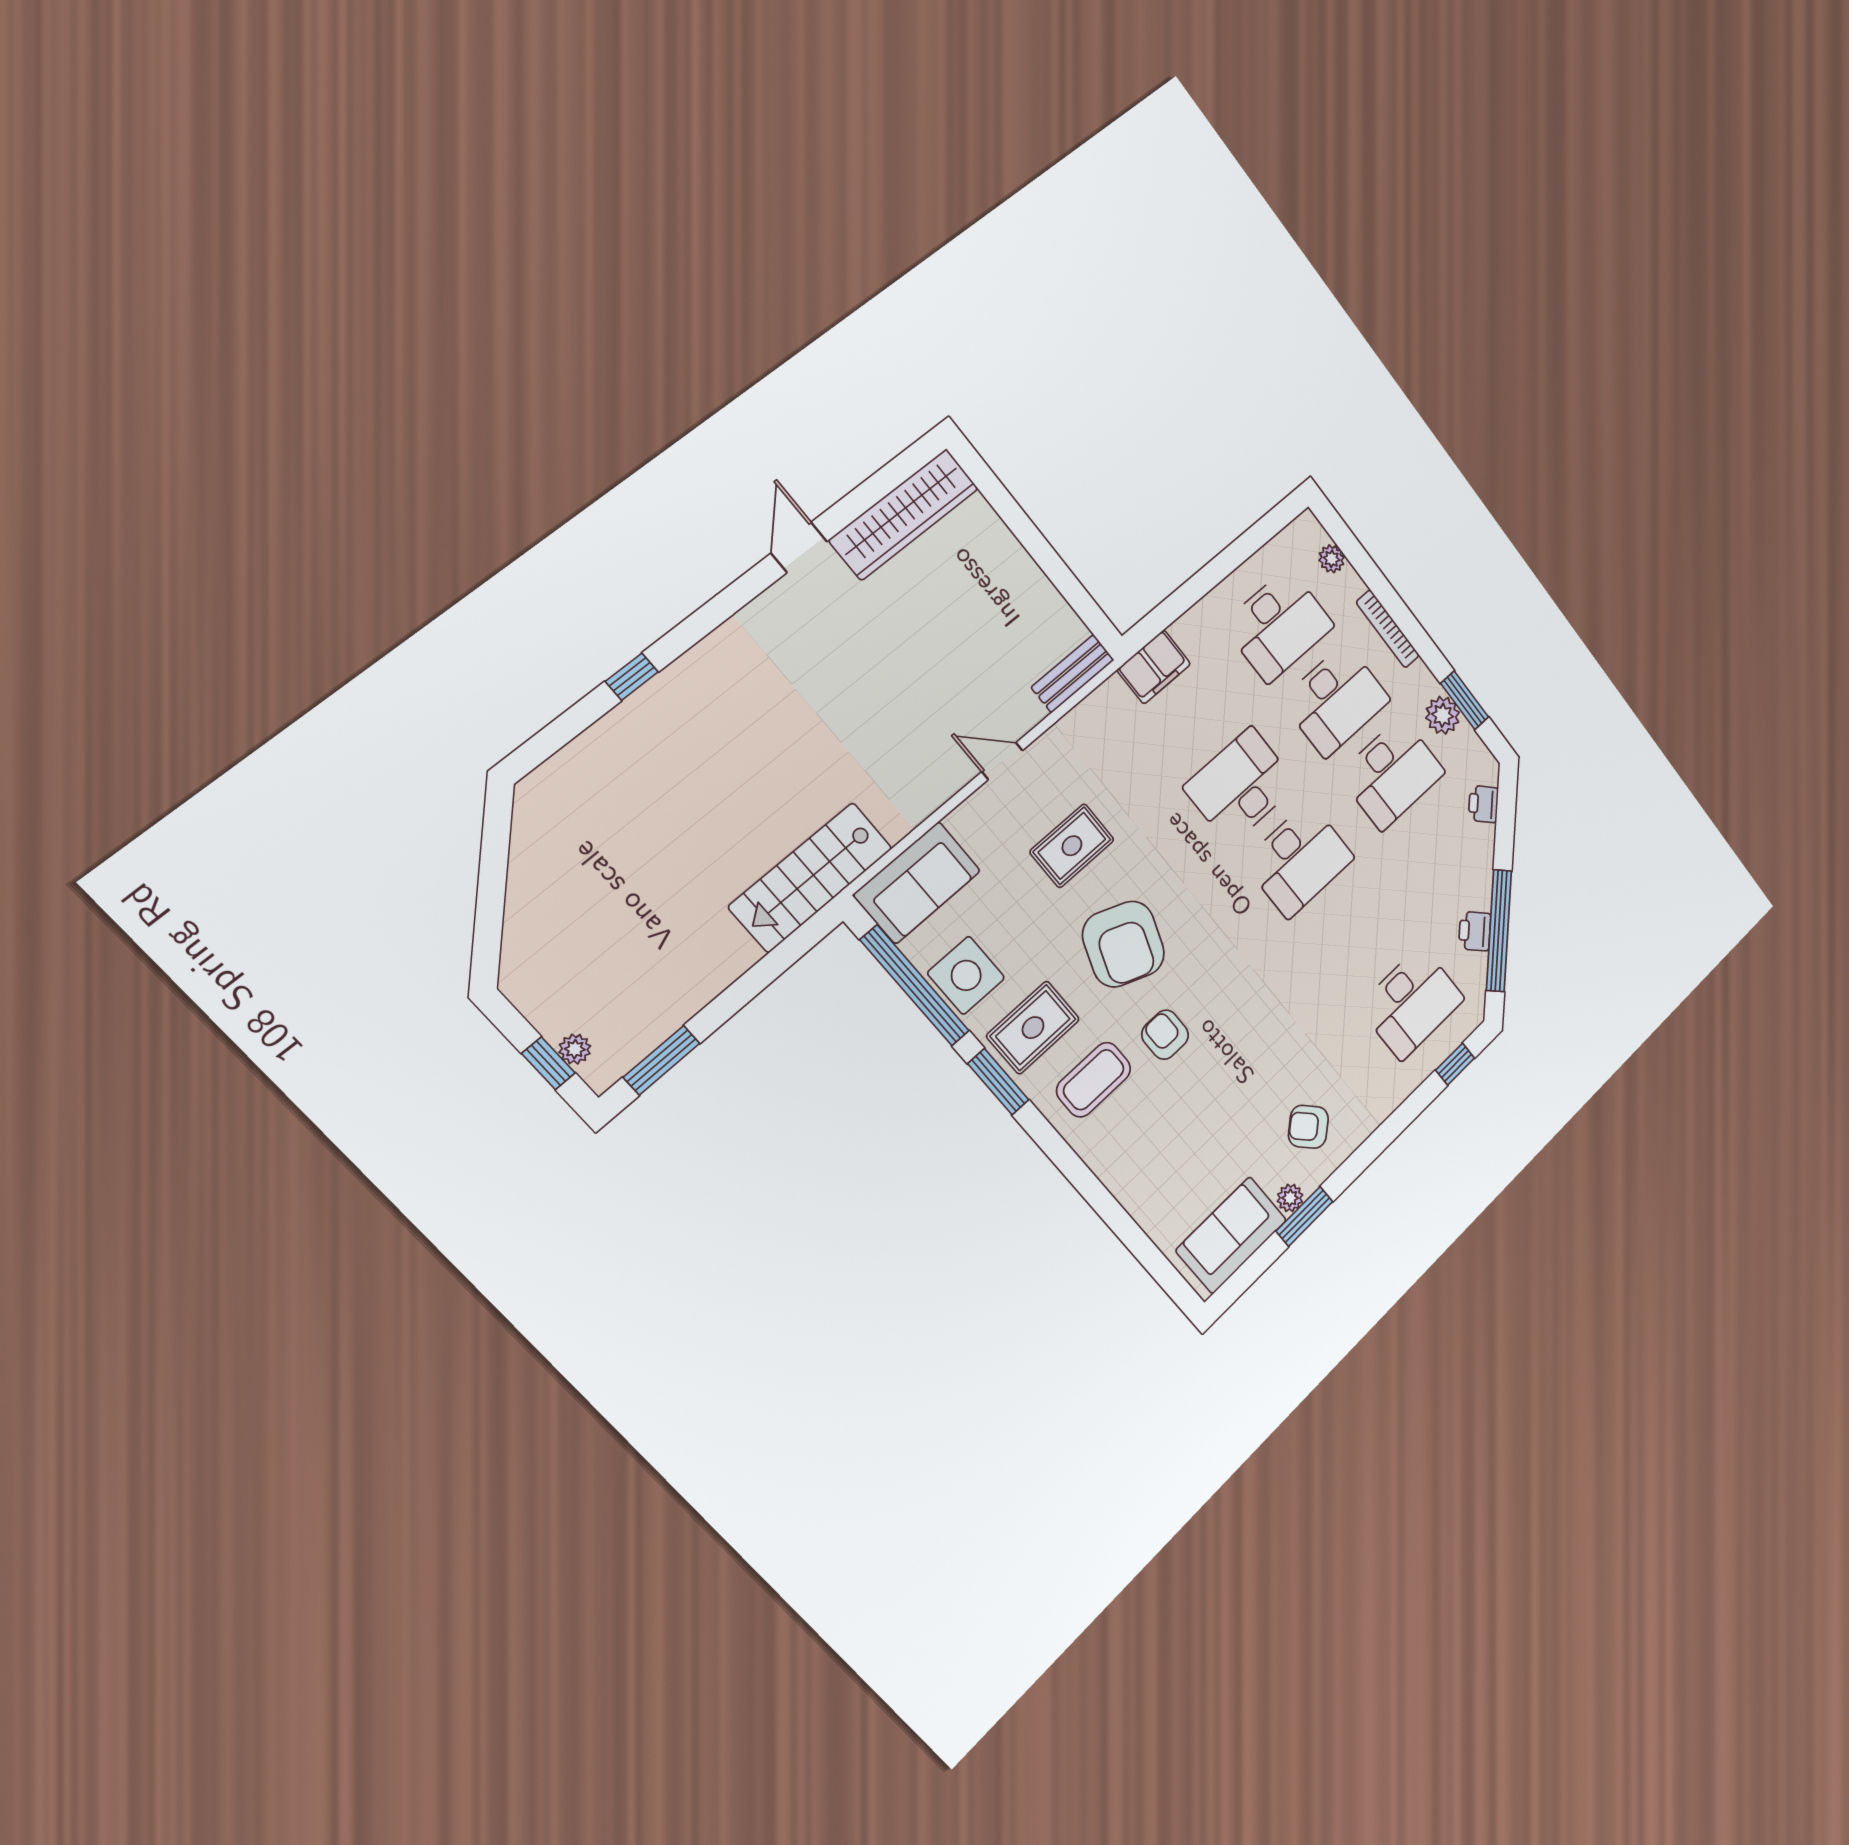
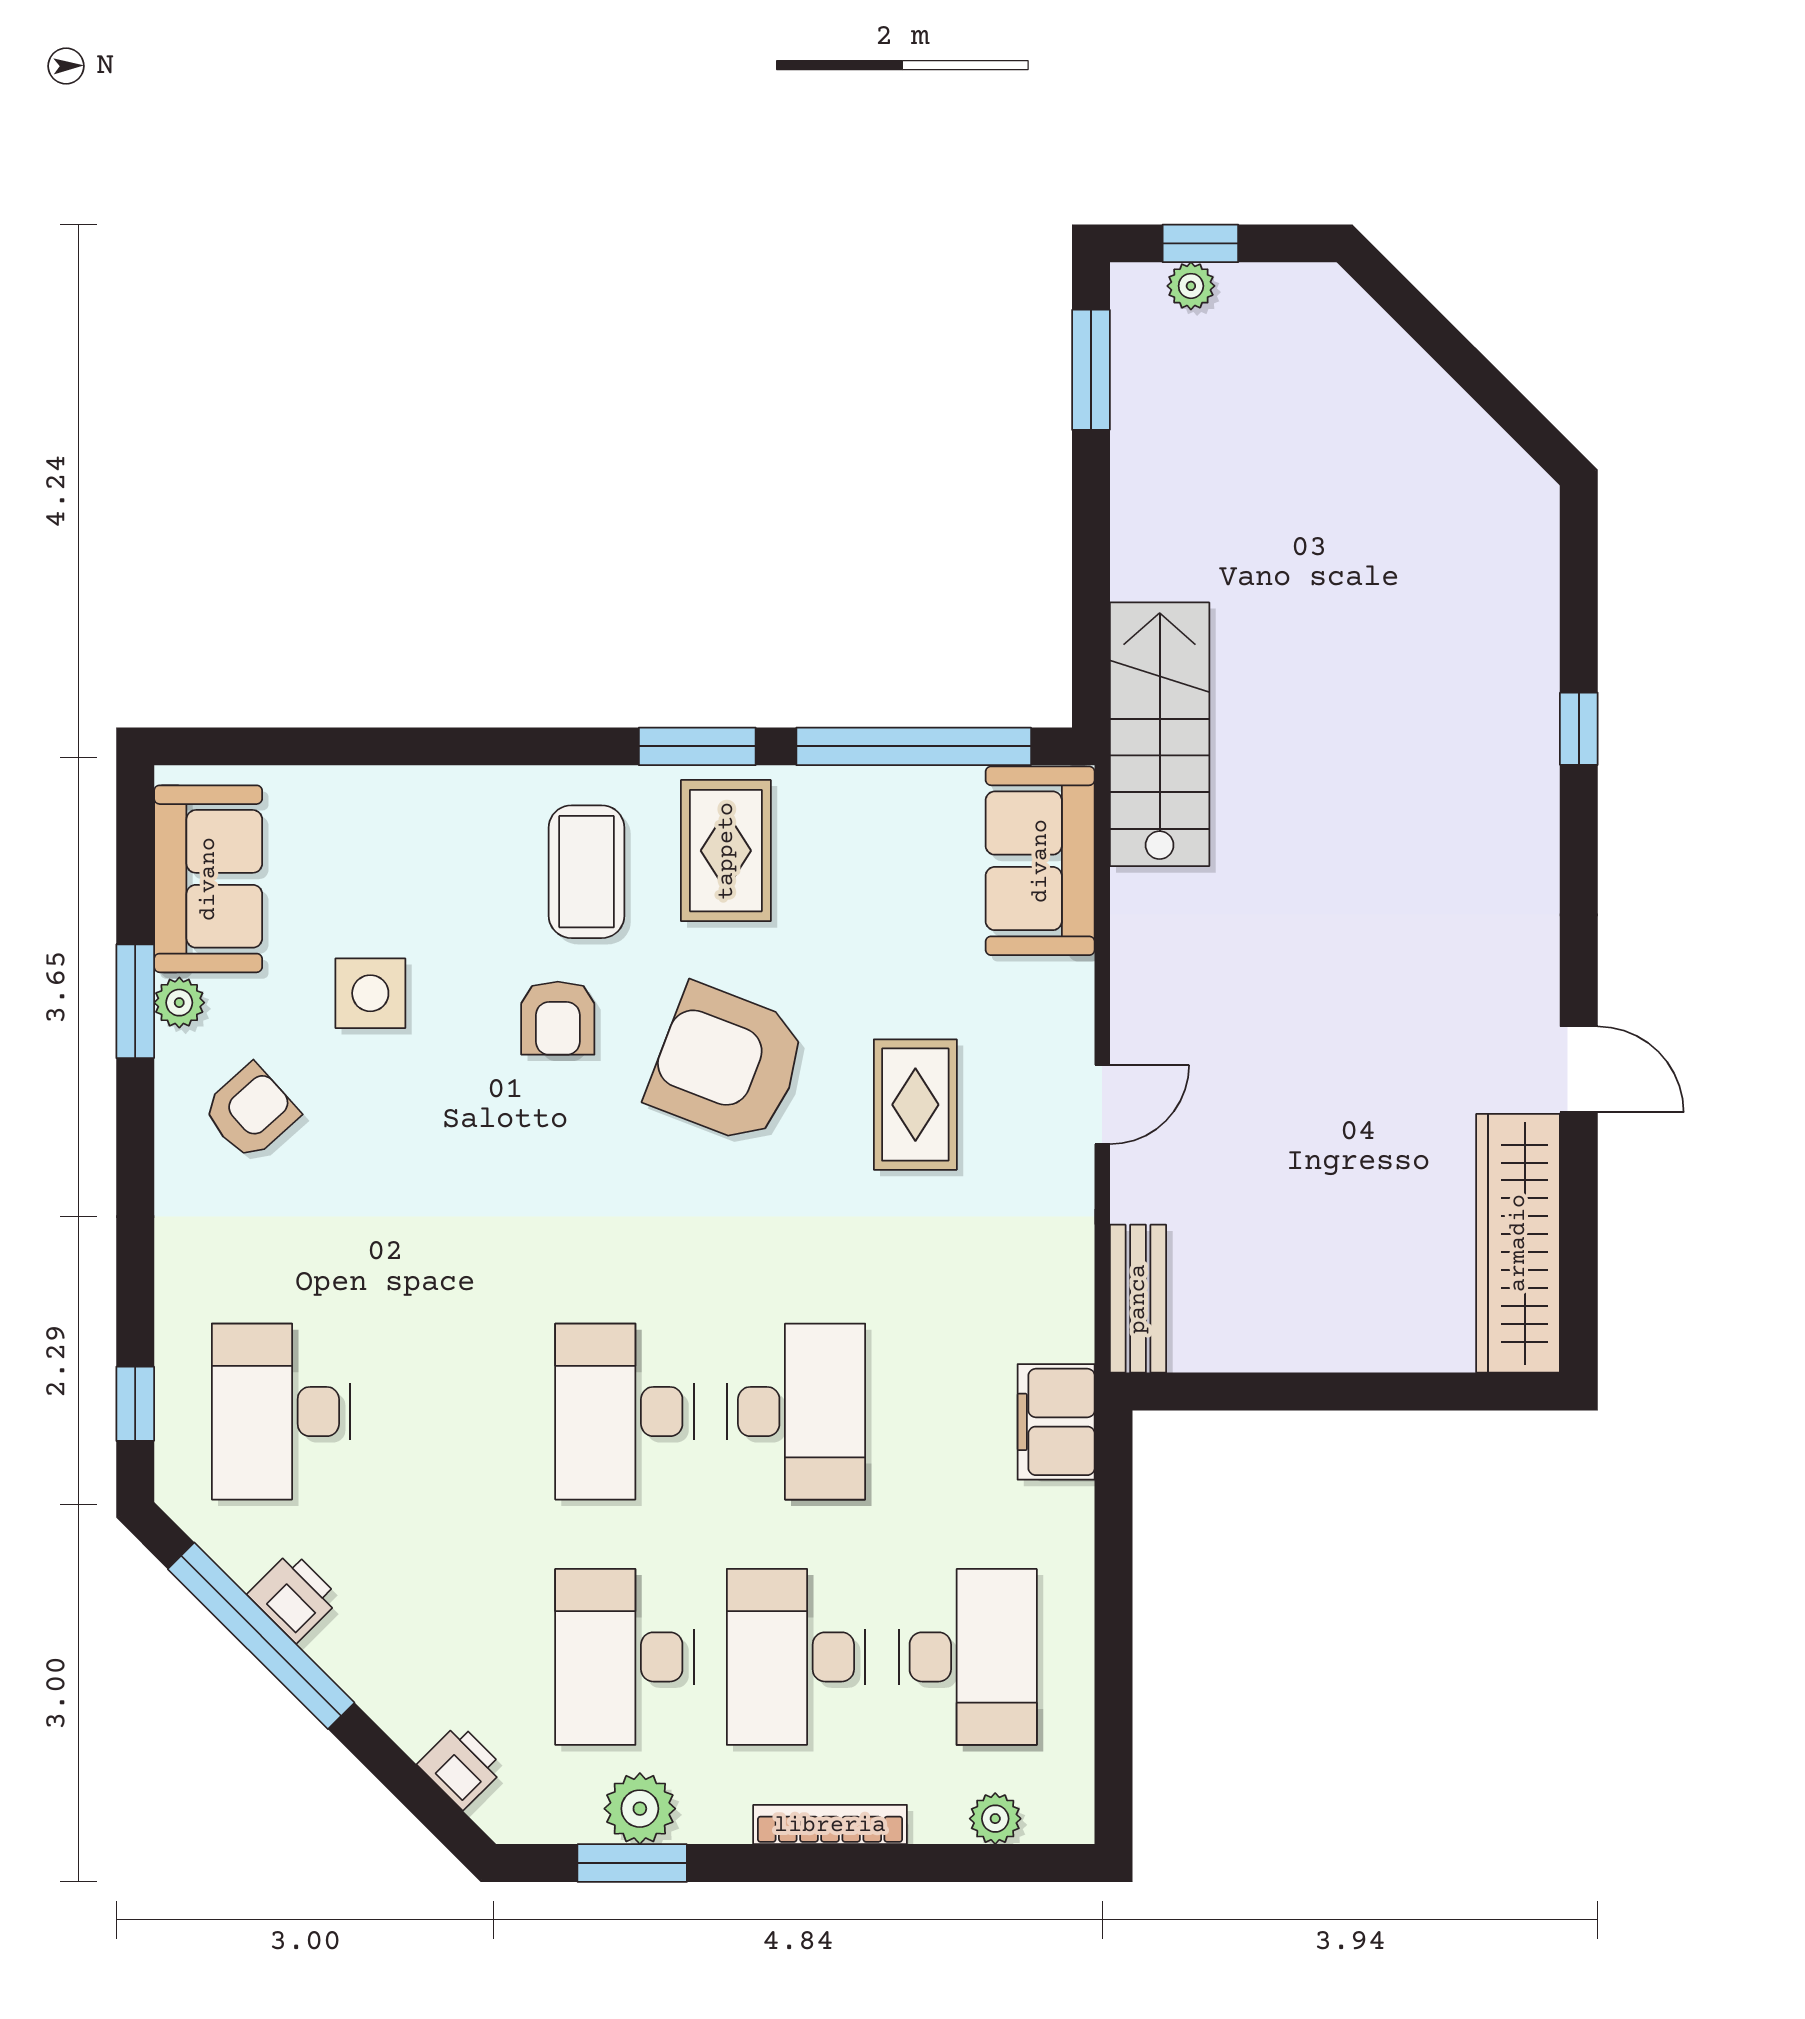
desk: (1279, 625) -> (968, 1657), turned 180
side table: (966, 975) -> (370, 993), moved, width x0.73, depth x0.73
armchair: (1165, 1035) -> (558, 1018), turned 90

